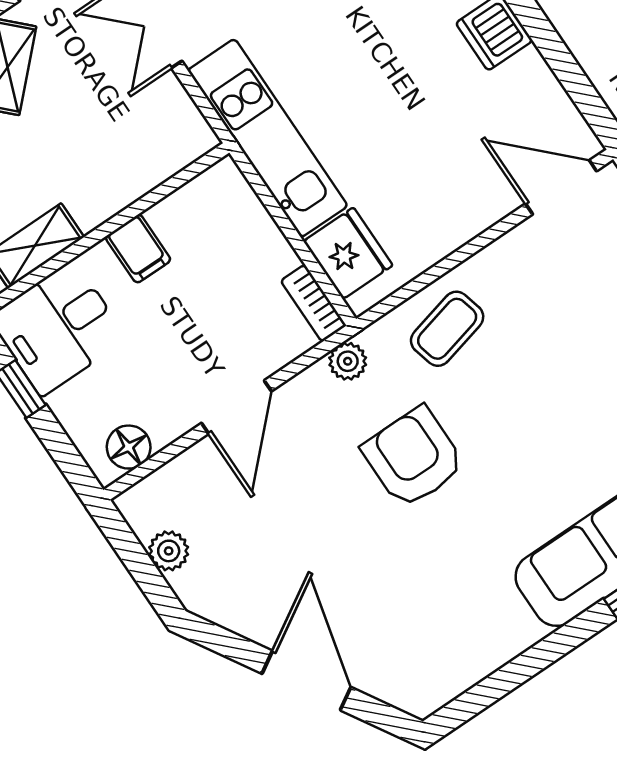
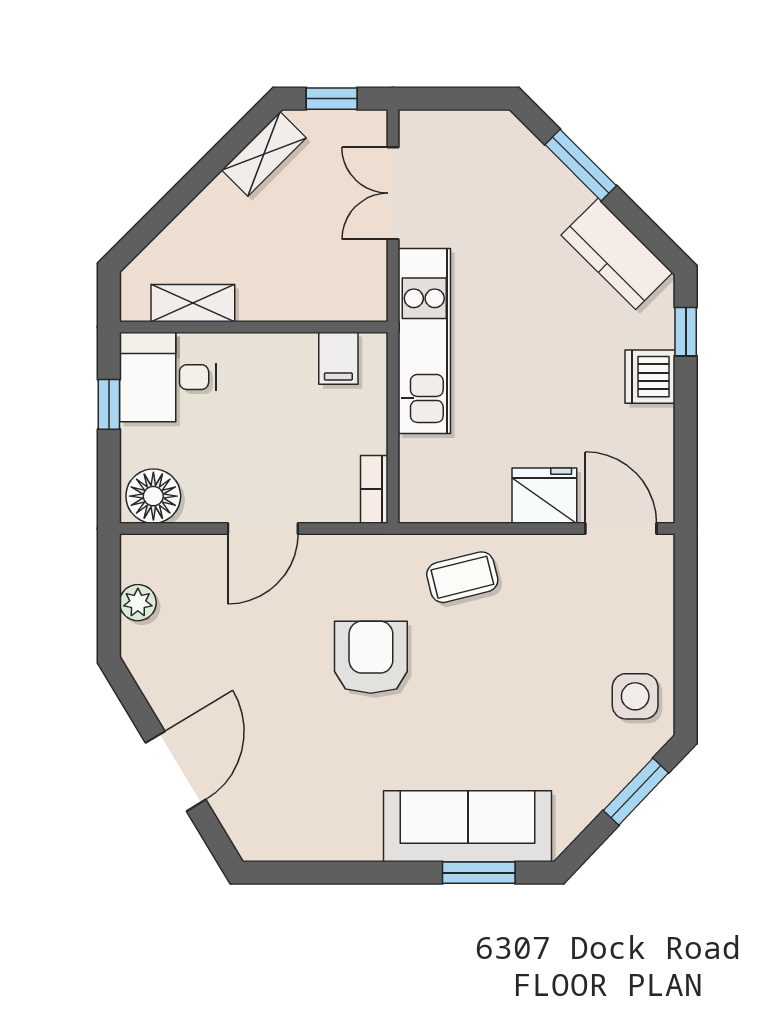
filing cabinet: (138, 249) -> (338, 358), moved
fridge: (348, 253) -> (544, 496), moved, turned -90
plant: (348, 361) -> (370, 551), removed
floor lamp: (129, 447) -> (153, 496), width x1.38, depth x1.38

